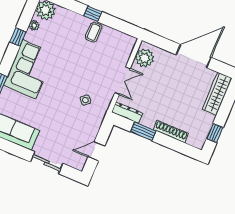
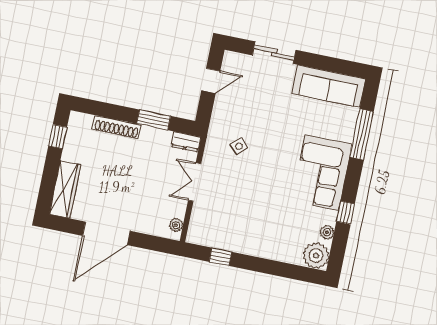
window: (93, 14) -> (220, 257), moved
coffee table: (94, 32) -> (246, 239), removed
plant: (144, 58) -> (176, 225), width x0.53, depth x0.53
dresser: (127, 113) -> (186, 142), width x0.70

